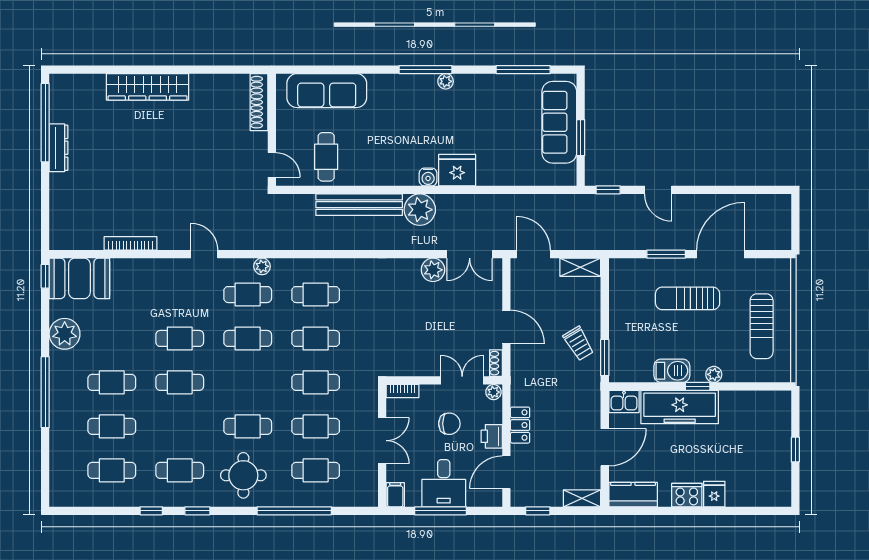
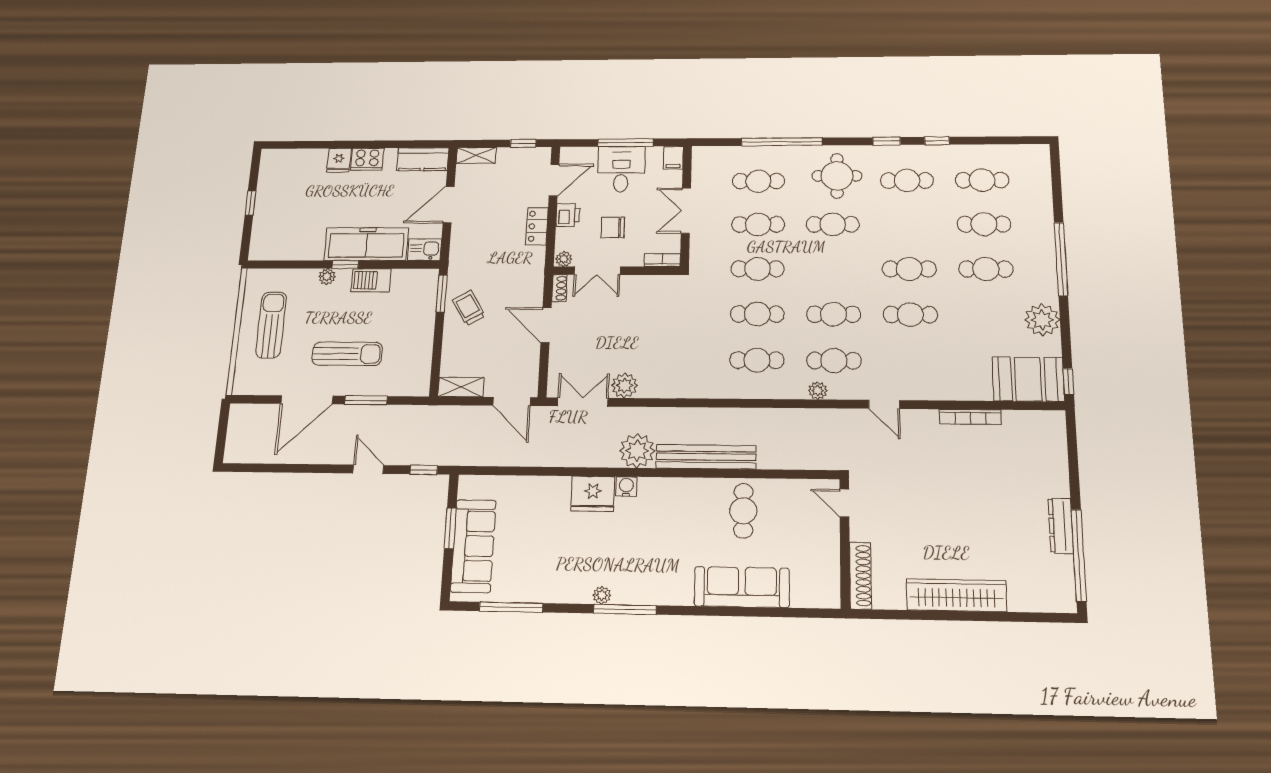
shoe rack: (259, 102) -> (860, 576), moved
wall: (272, 130) -> (845, 543), moved
door: (272, 165) -> (844, 503), moved

